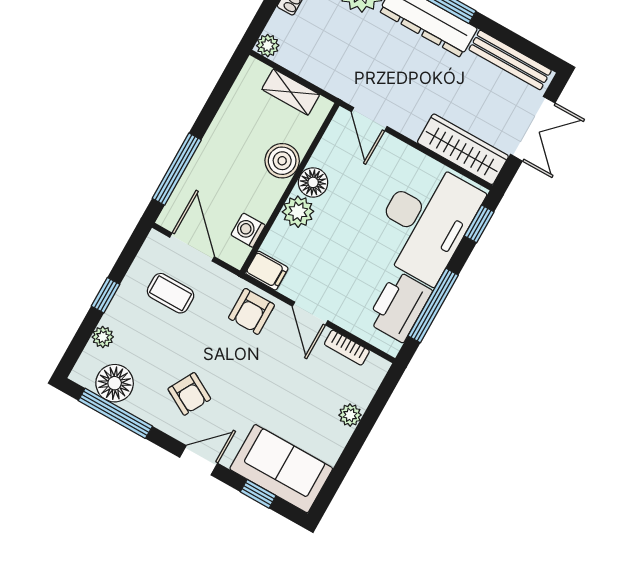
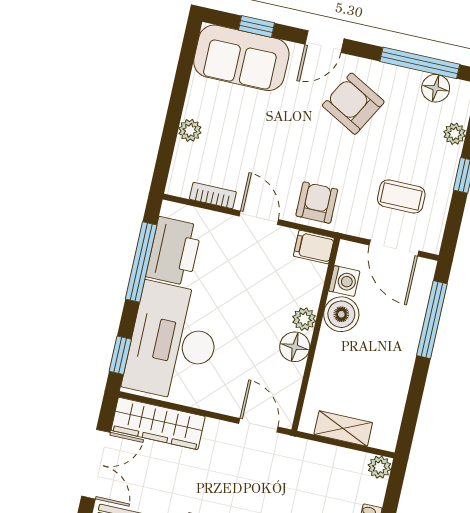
double door: (533, 129) -> (96, 464), swing flipped
boiler: (282, 161) -> (341, 314), moved
plant: (298, 212) -> (304, 319), width x0.73, depth x0.73
floor lamp: (115, 383) -> (436, 88), width x0.73, depth x0.73
armchair: (189, 394) -> (353, 104), width x1.38, depth x1.38

